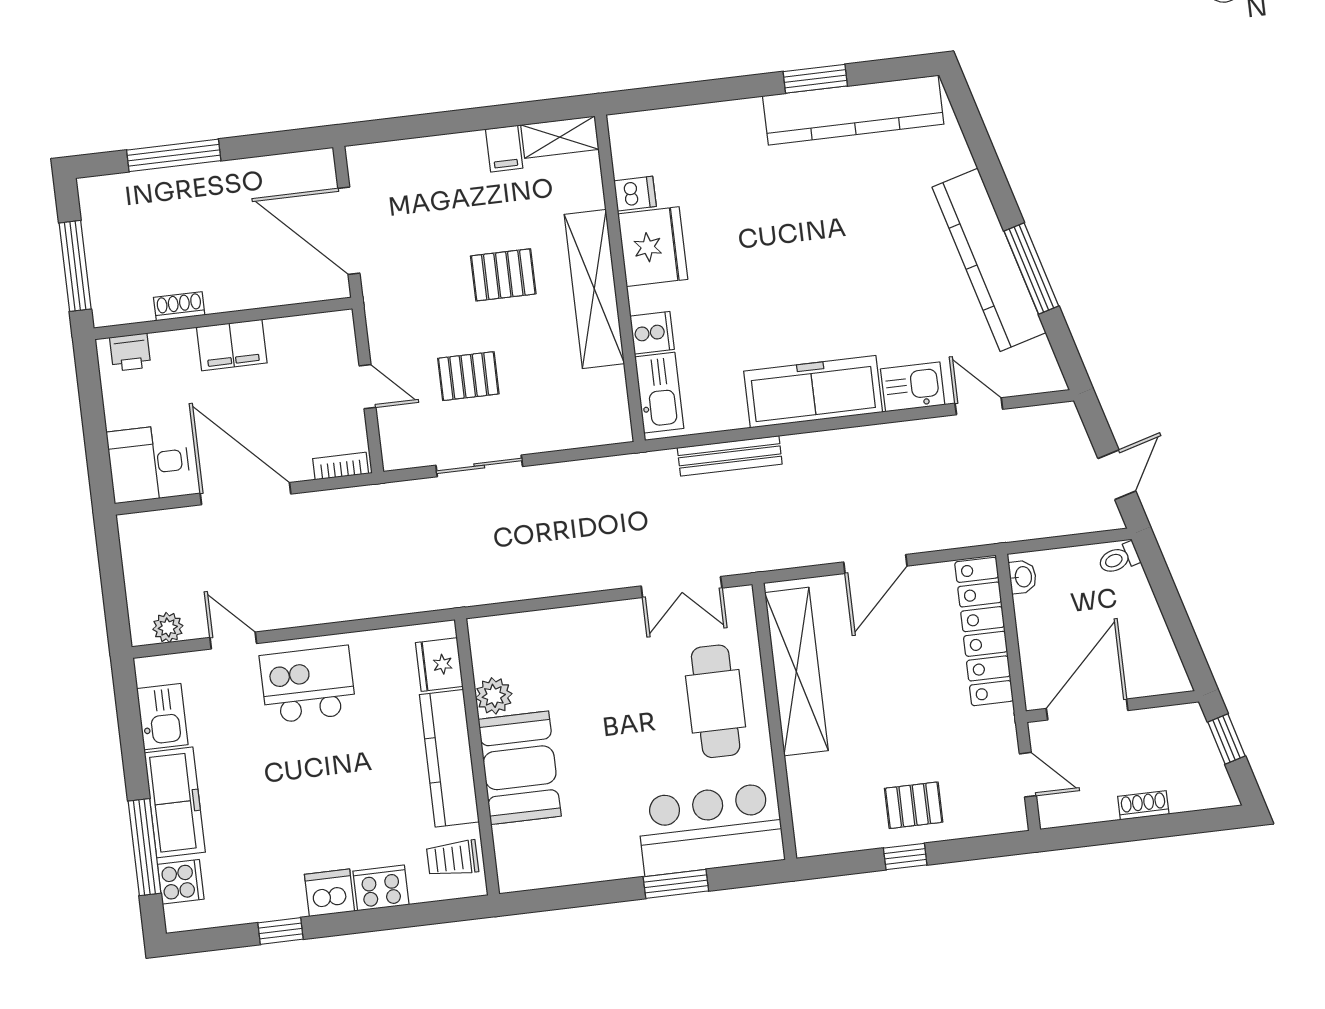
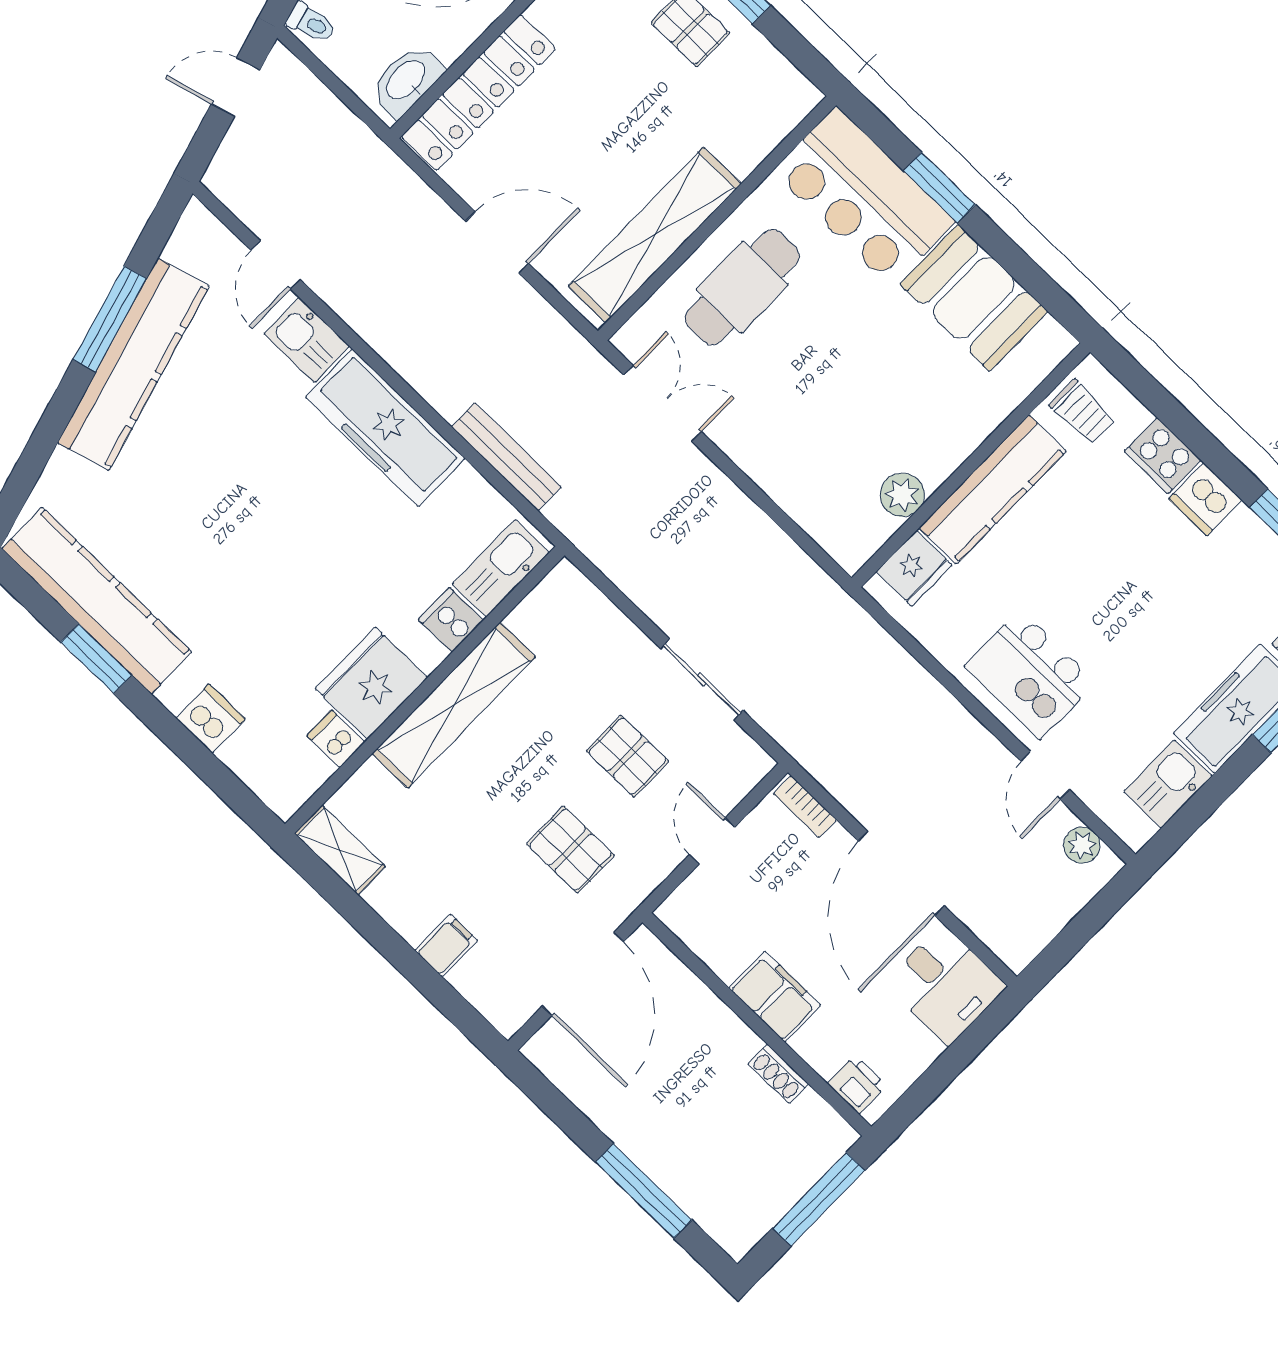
dishwasher: (715, 122) -> (211, 719), added
filing cabinet: (504, 149) -> (446, 945), moved
pallet: (503, 275) -> (570, 850), moved
washbasin: (1023, 577) -> (407, 80), width x1.91, depth x1.45
booth: (520, 768) -> (974, 298), moved, turned 90

